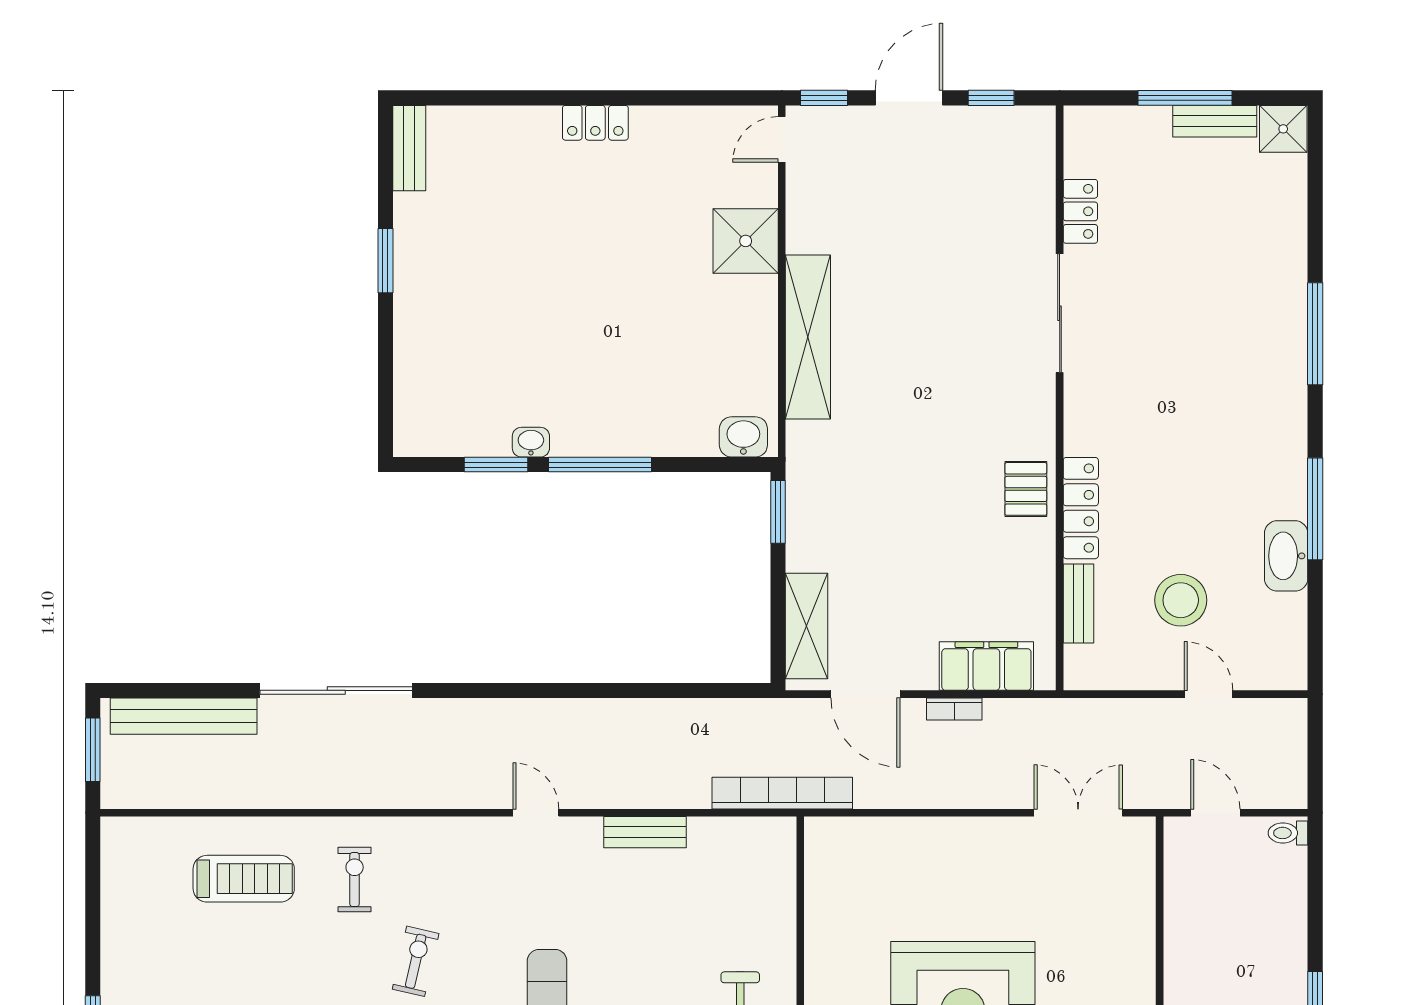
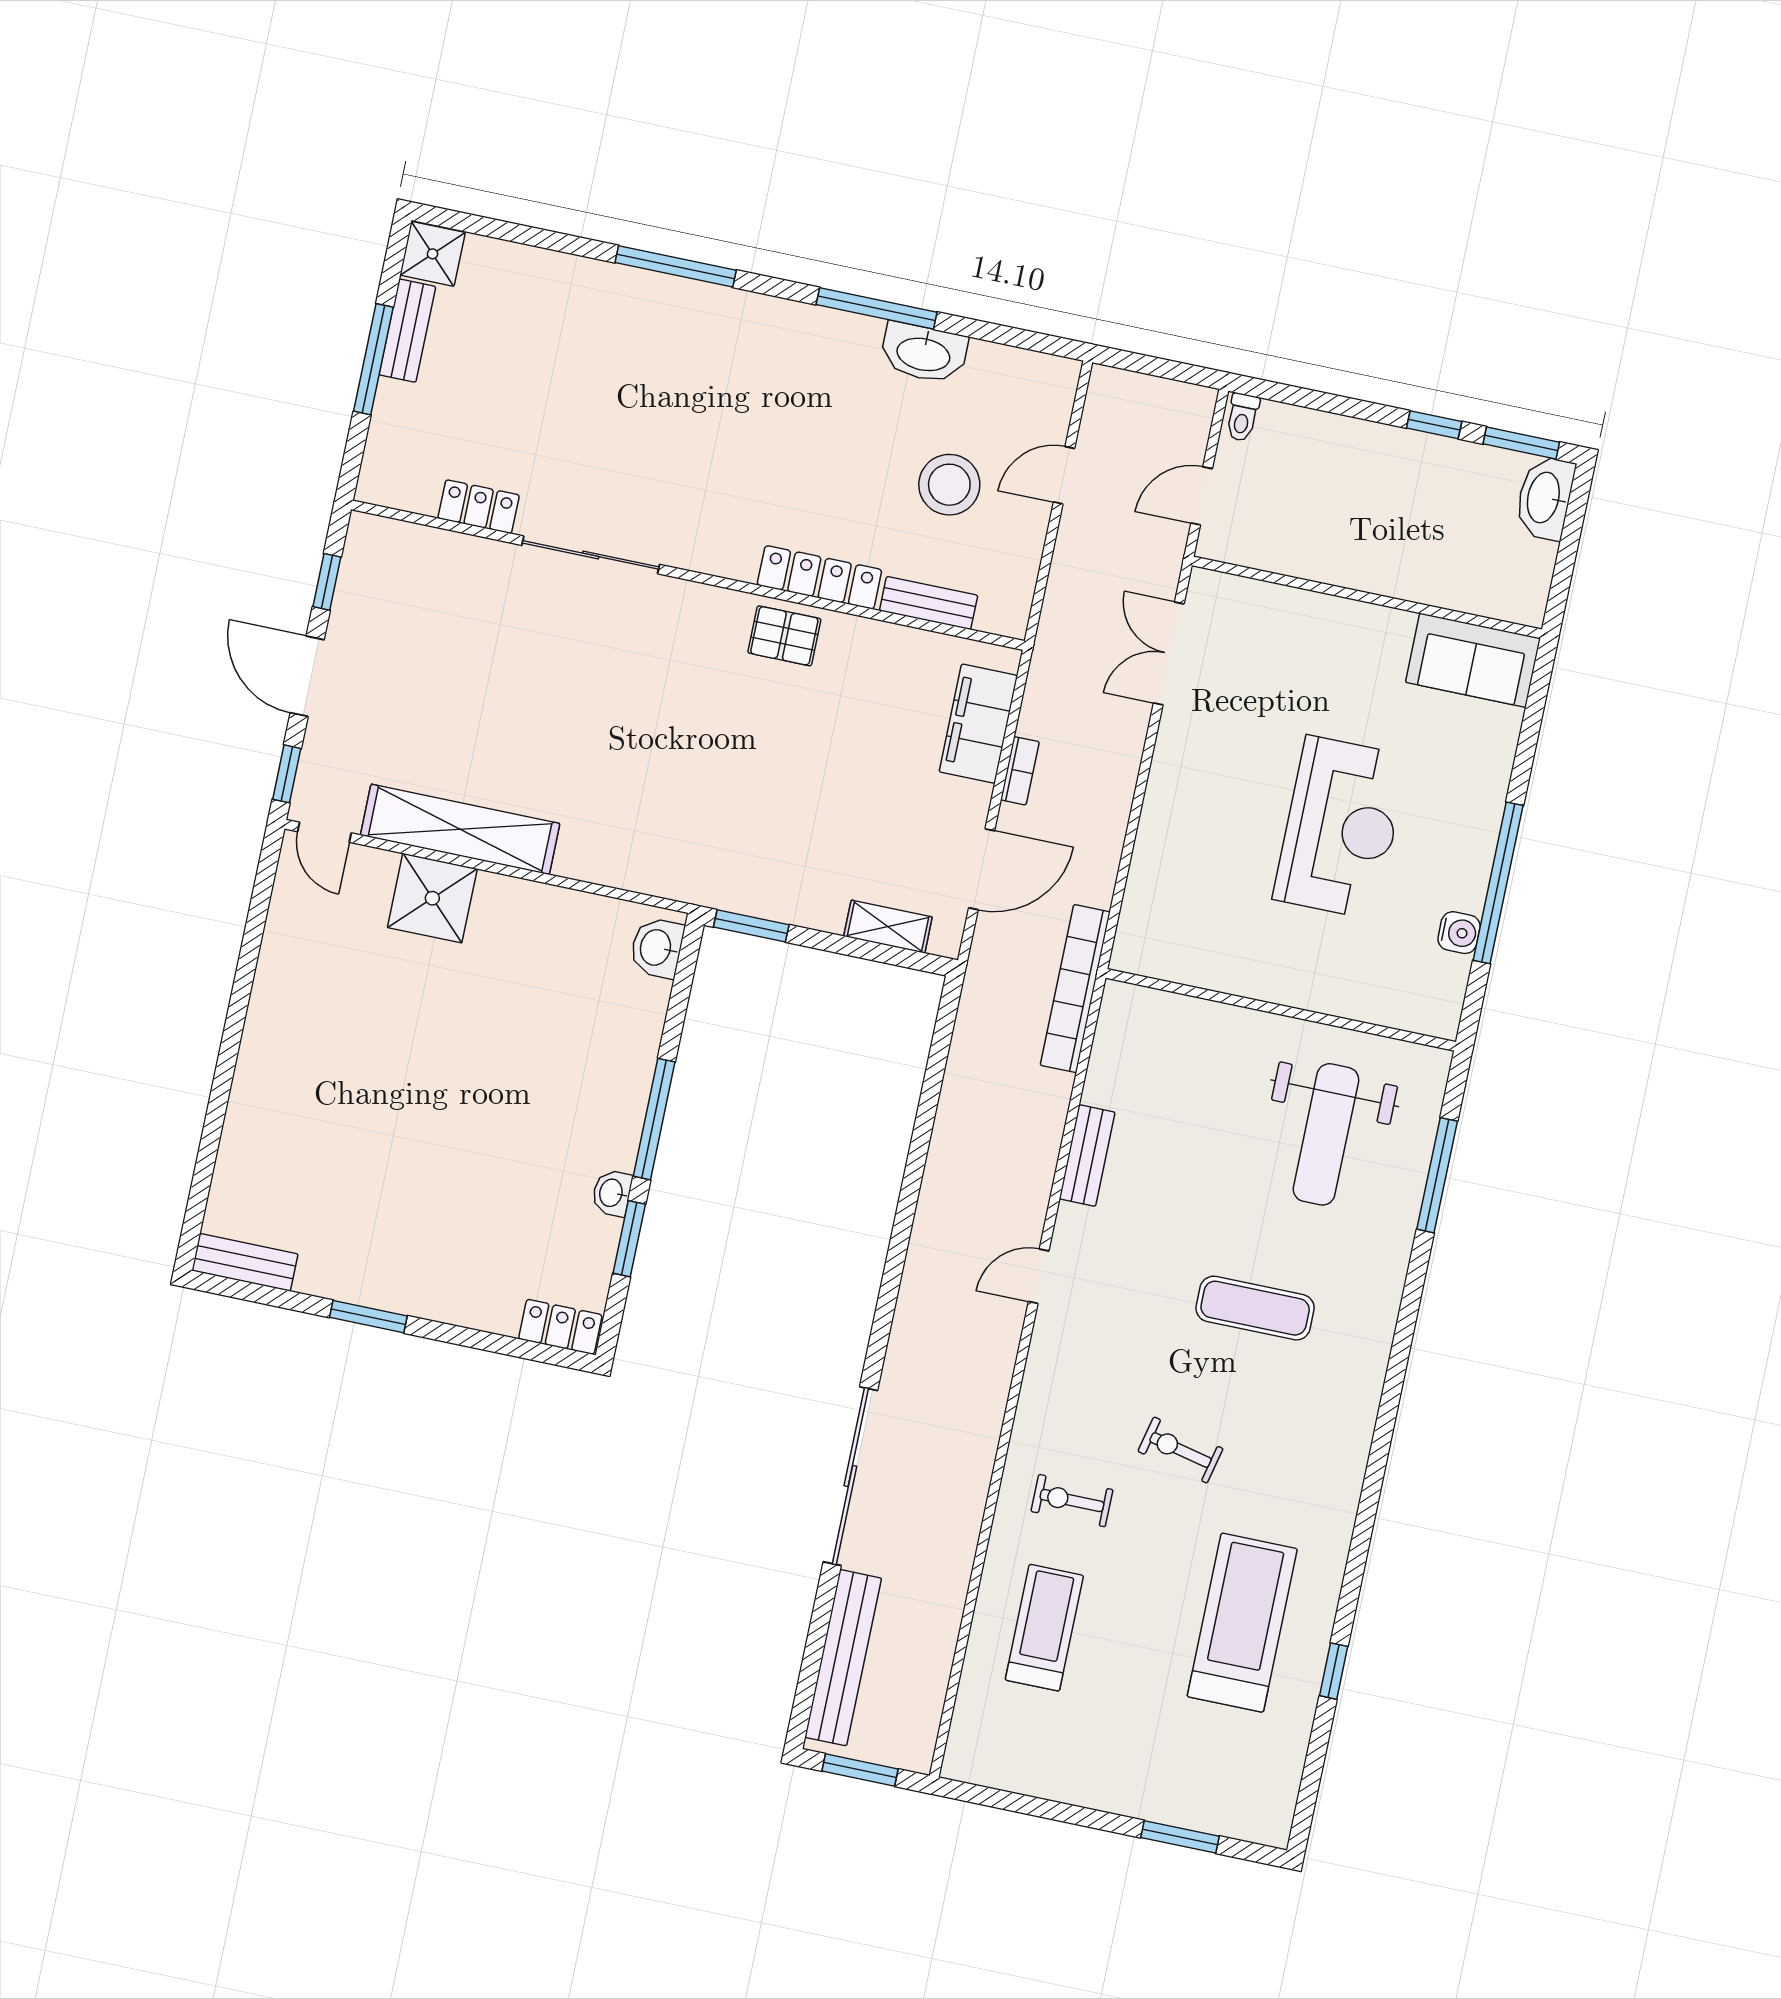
locker: (595, 123) -> (560, 1327), moved, turned -90
shelving: (808, 337) -> (460, 829), moved
shelving: (807, 626) -> (888, 927), width x0.67, depth x0.75

